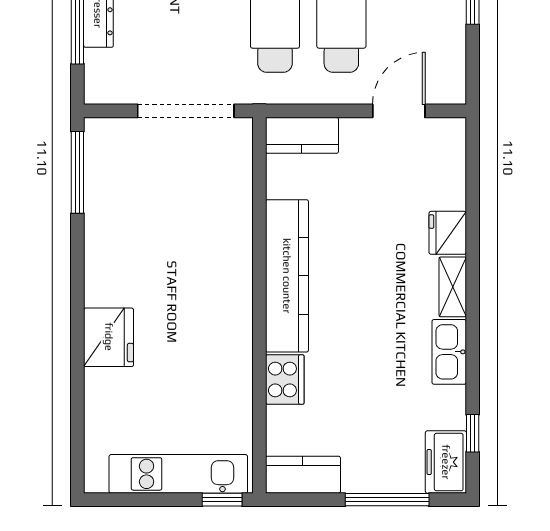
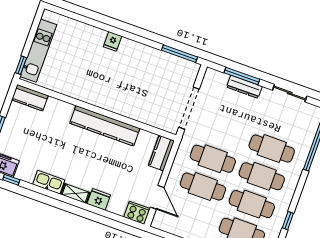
fridge: (109, 337) -> (113, 41), width x0.53, depth x0.75
cooker: (285, 380) -> (137, 213), moved, turned 180
kitchen counter: (303, 475) -> (30, 98), moved, turned 90

